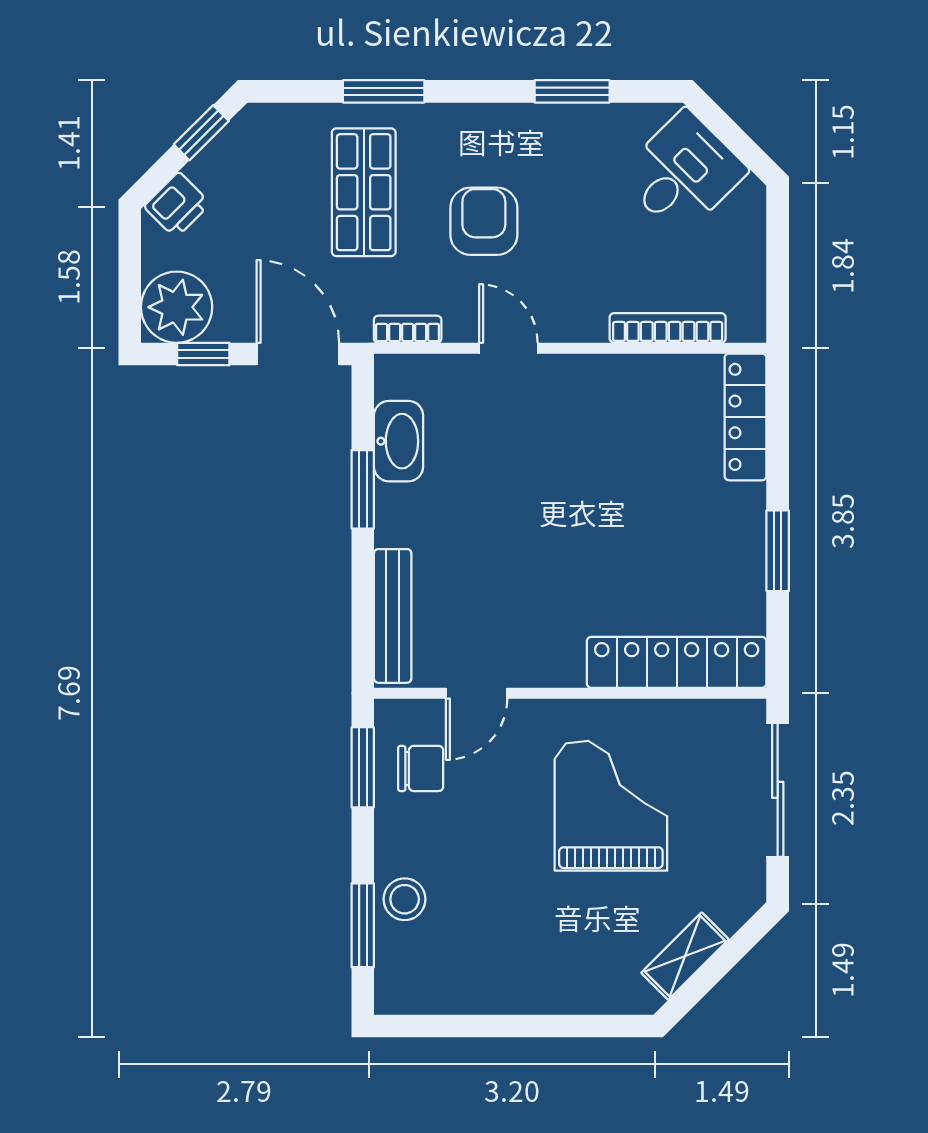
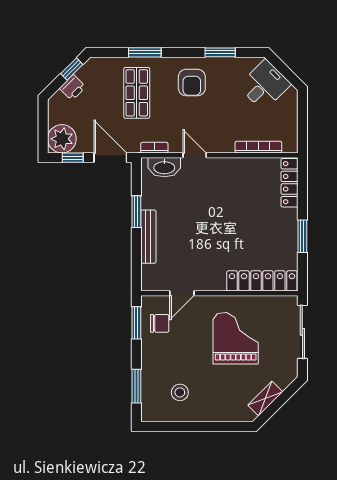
printer: (177, 205) -> (73, 88), moved
armchair: (484, 221) -> (192, 83), moved, turned 180
washbasin: (399, 441) -> (164, 167), moved, turned 90
bench: (393, 616) -> (148, 237), moved
stool: (405, 899) -> (180, 392), moved

